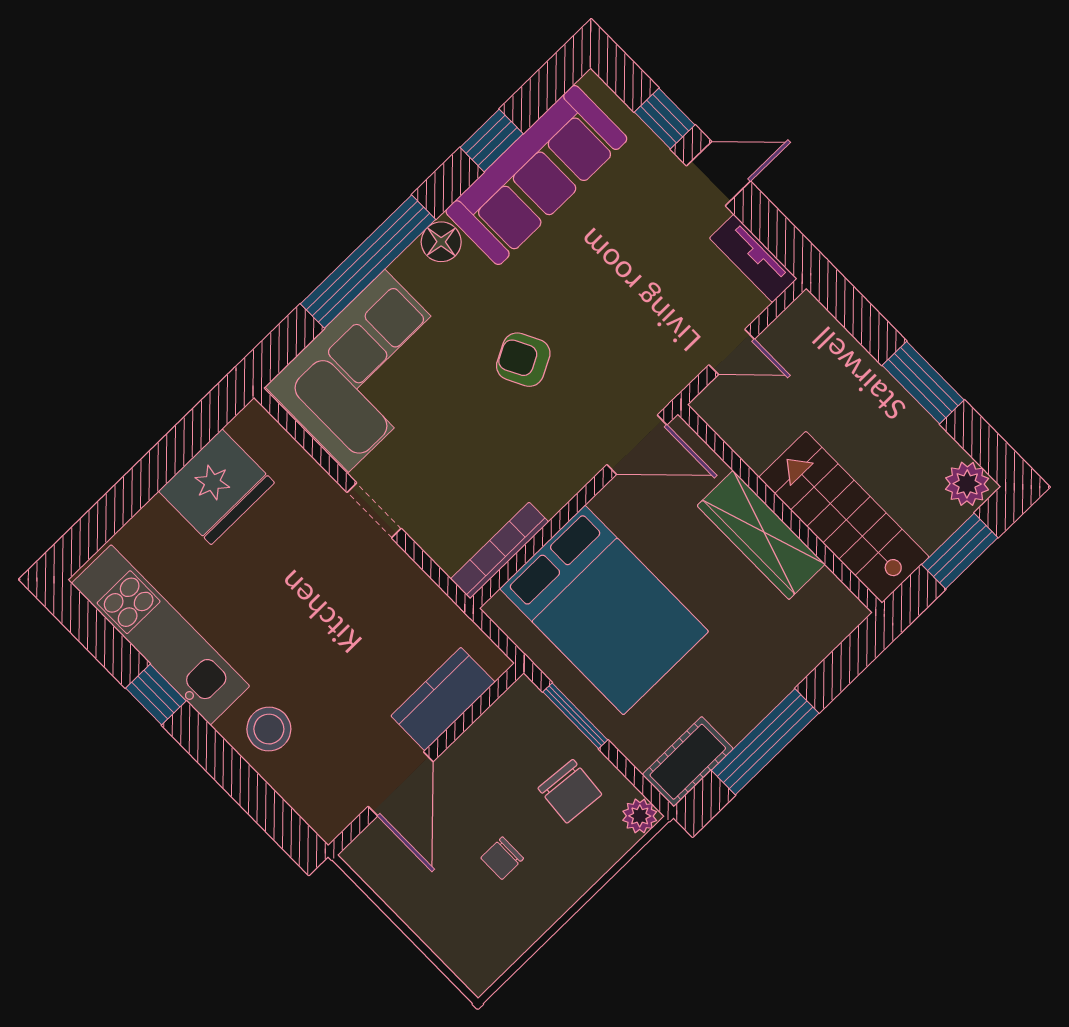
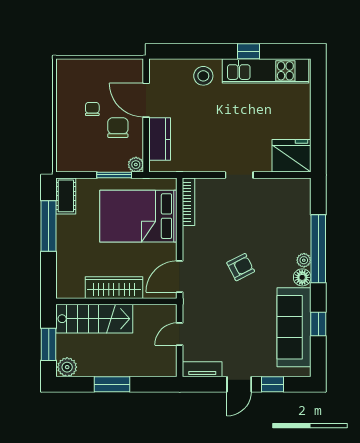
plant: (410, 267) -> (304, 260), added
corner sofa: (367, 371) -> (285, 215), removed
fridge: (217, 487) -> (291, 156), moved, turned 90
chair: (570, 791) -> (118, 128), moved, turned 85
plant: (640, 816) -> (136, 165), moved

